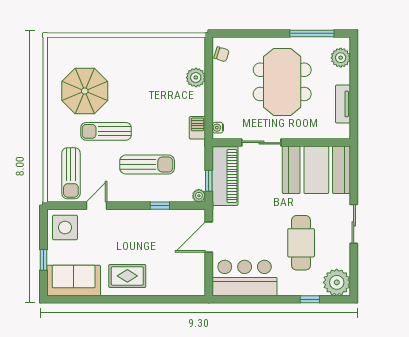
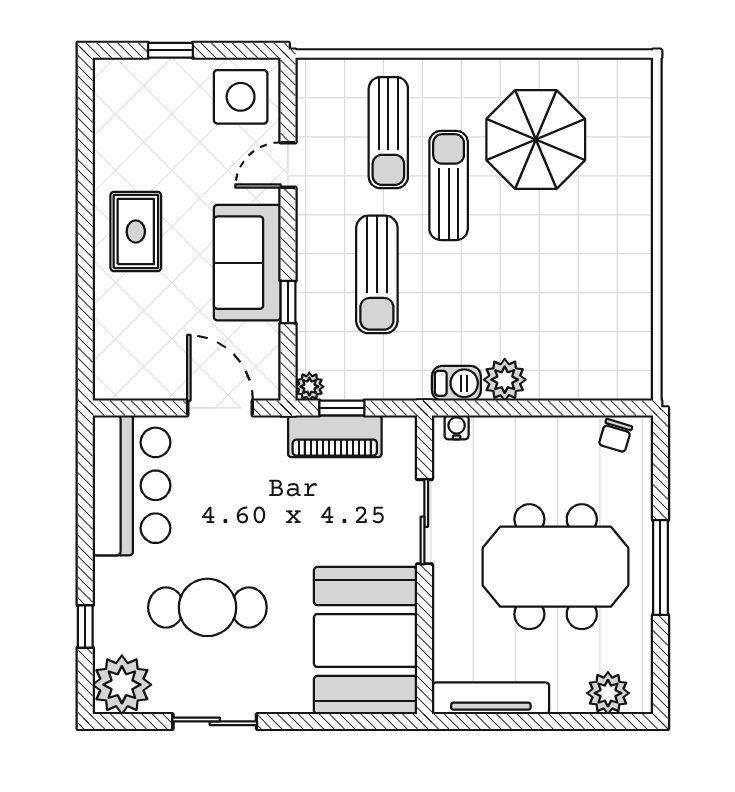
window: (312, 33) -> (660, 567), moved
plant: (196, 78) -> (505, 380), moved
tv unit: (343, 104) -> (491, 698), width x1.41
sun lounger: (71, 173) -> (388, 133), moved, turned -90
piano: (225, 176) -> (335, 436), width x0.73, depth x0.75
door: (97, 206) -> (288, 165), swing flipped
sliding door: (354, 224) -> (215, 721), moved
sofa: (74, 280) -> (247, 263), moved, turned 180

